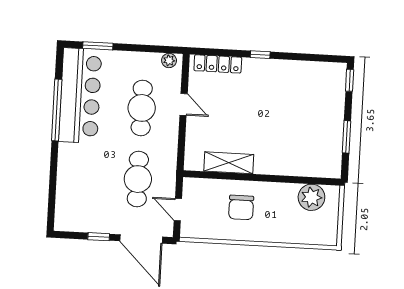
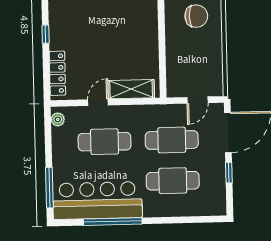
window: (98, 46) -> (49, 188), width x1.44
shelving: (229, 163) -> (131, 89), moved, turned 90
cafe table: (95, 177) -> (173, 181), added
chair: (241, 207) -> (196, 16), moved

